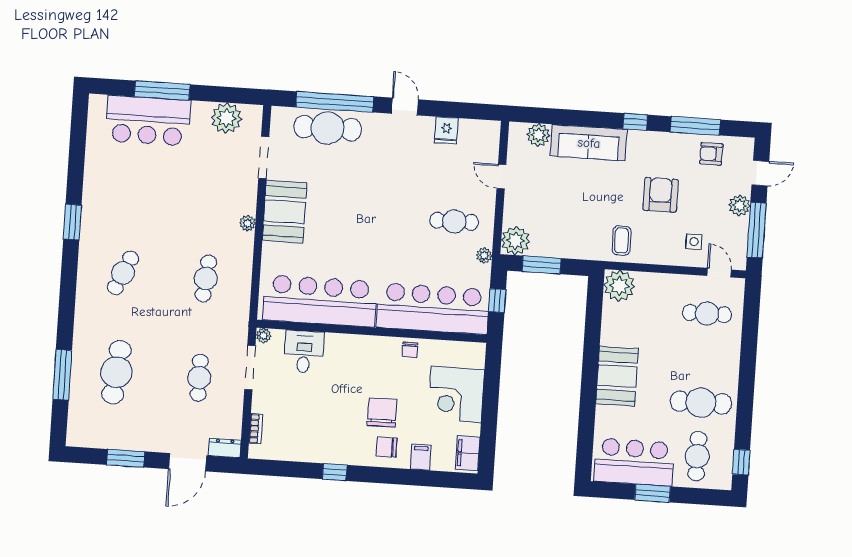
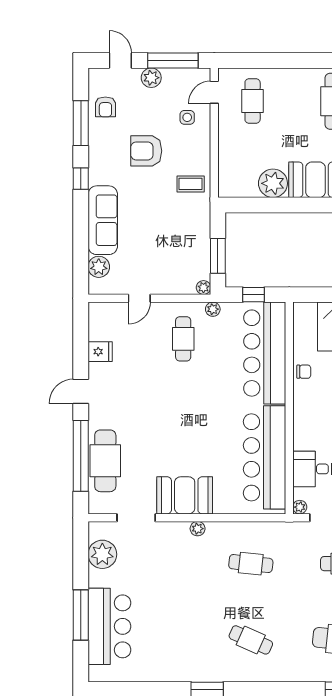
plant: (516, 241) -> (203, 288), width x0.53, depth x0.53
plant: (619, 286) -> (273, 183), moved

